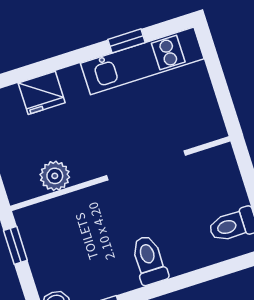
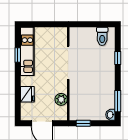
toilet: (149, 260) -> (105, 73), removed
window: (194, 278) -> (118, 58), added

